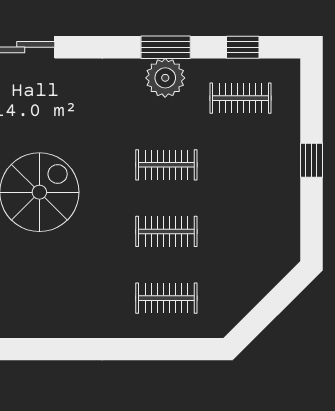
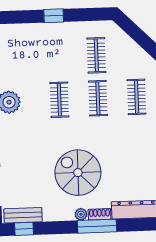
clothes rail: (241, 98) -> (96, 55), moved

